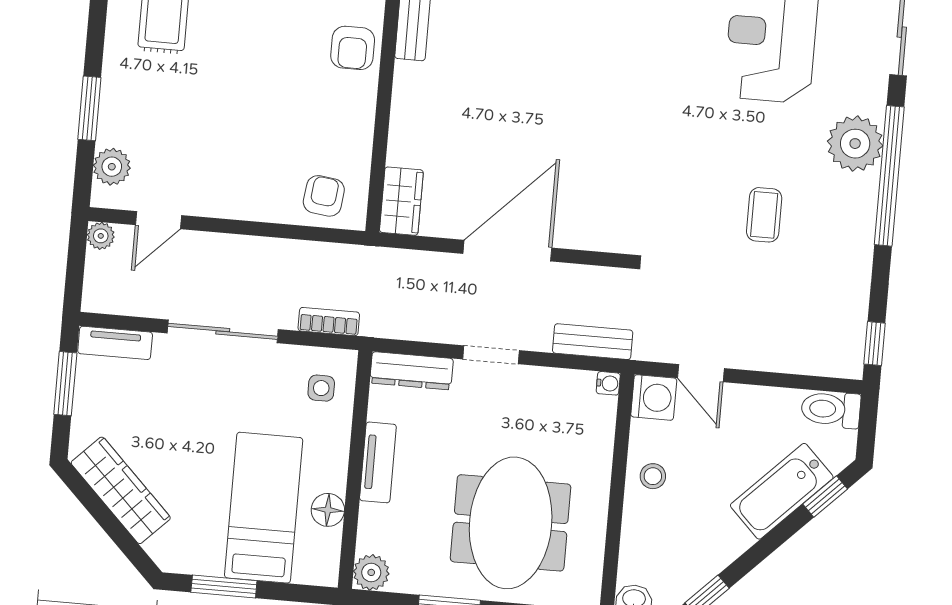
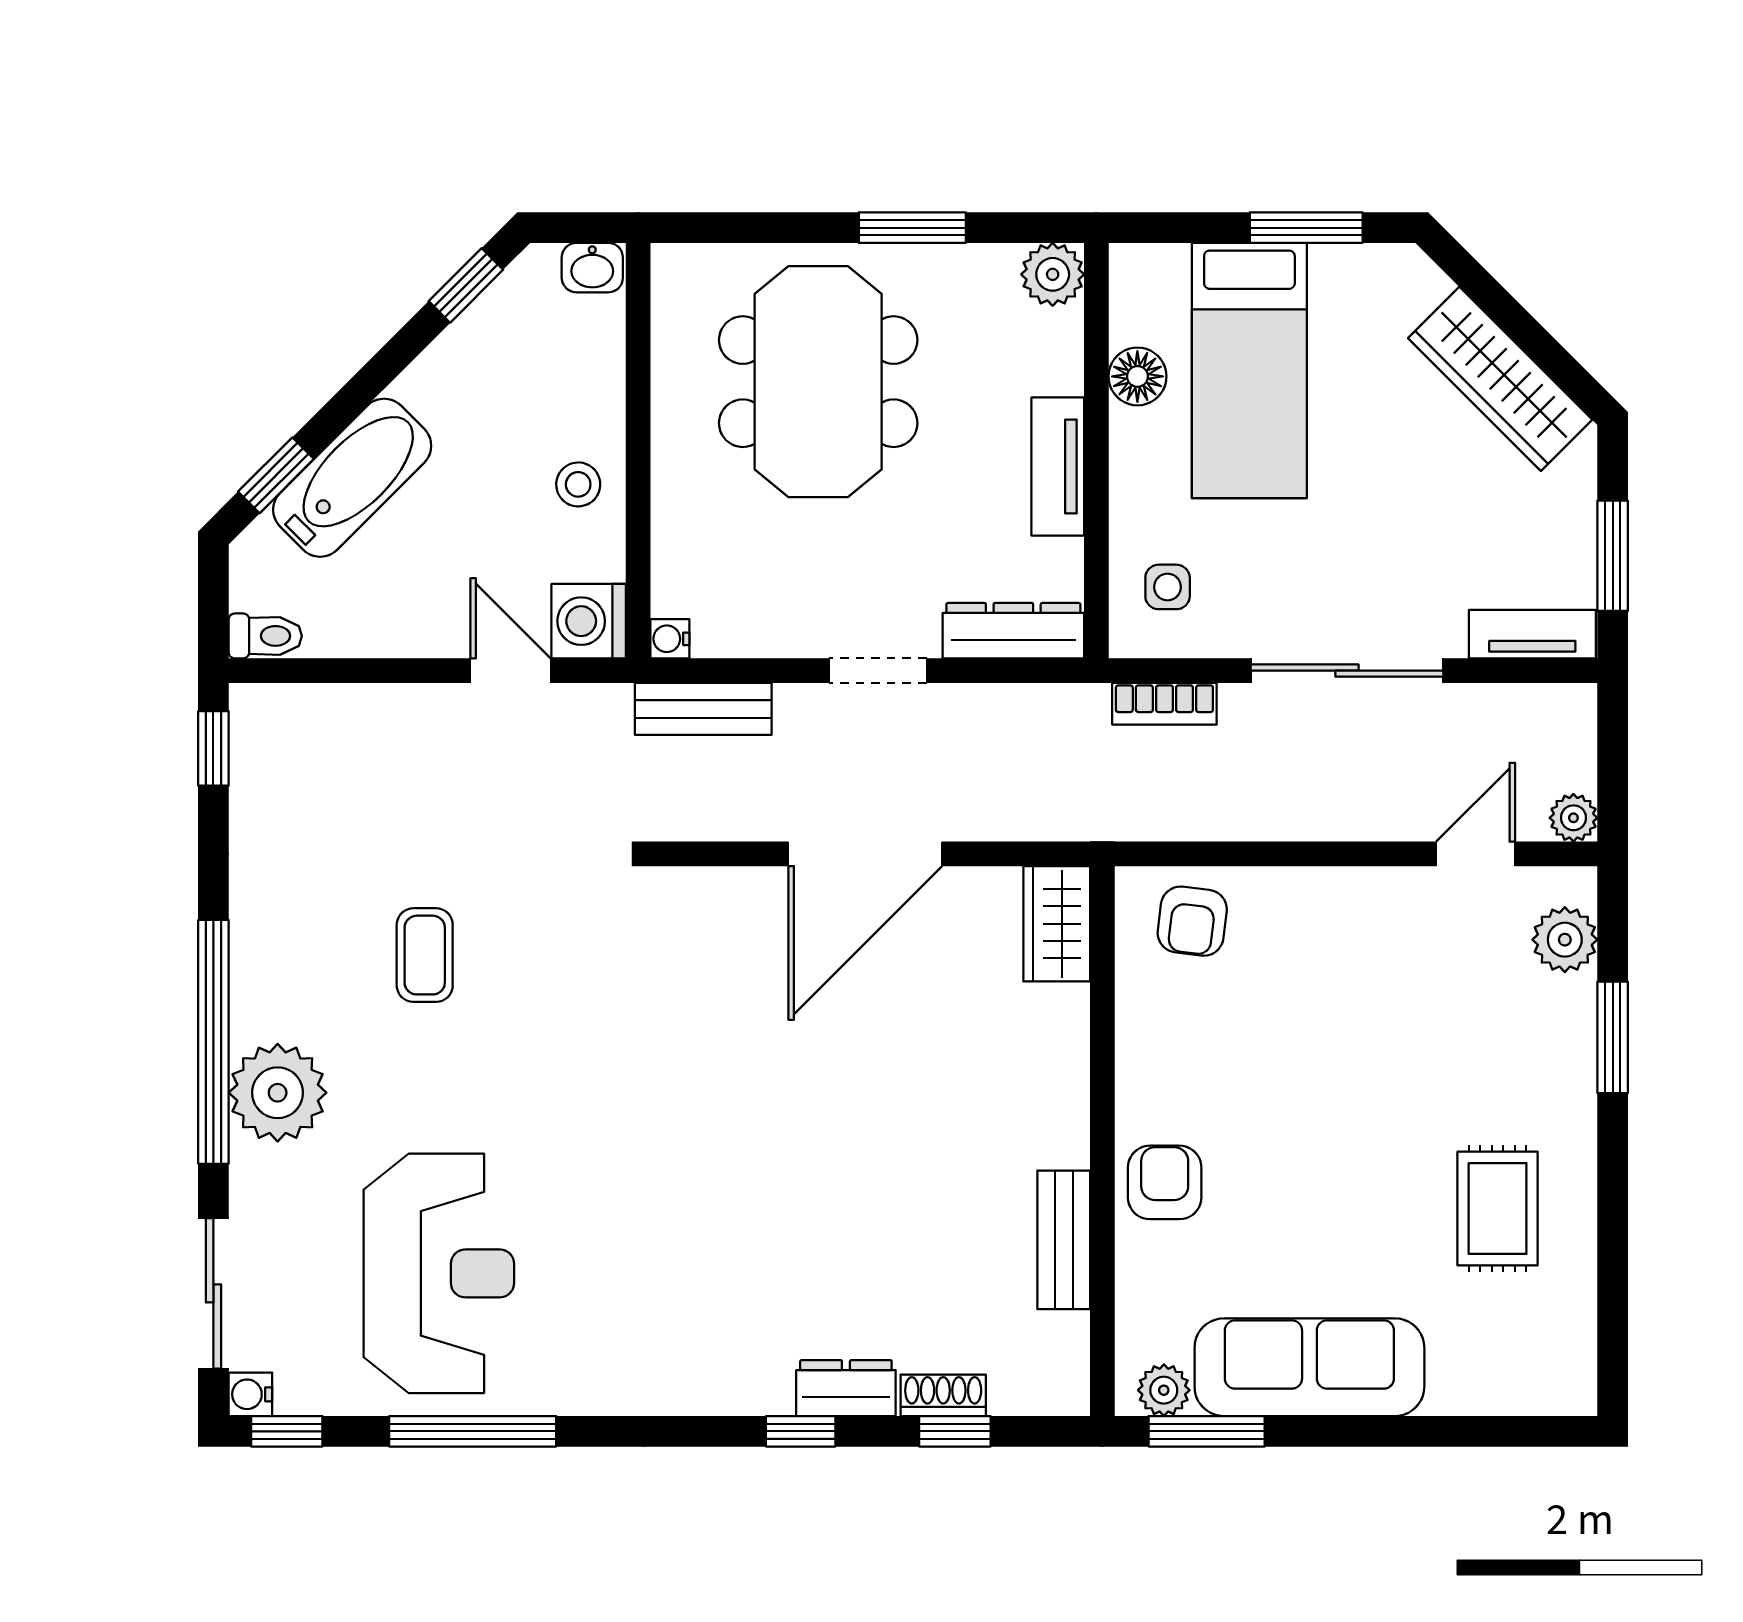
toilet: (831, 409) -> (265, 636), width x0.73, depth x0.72

